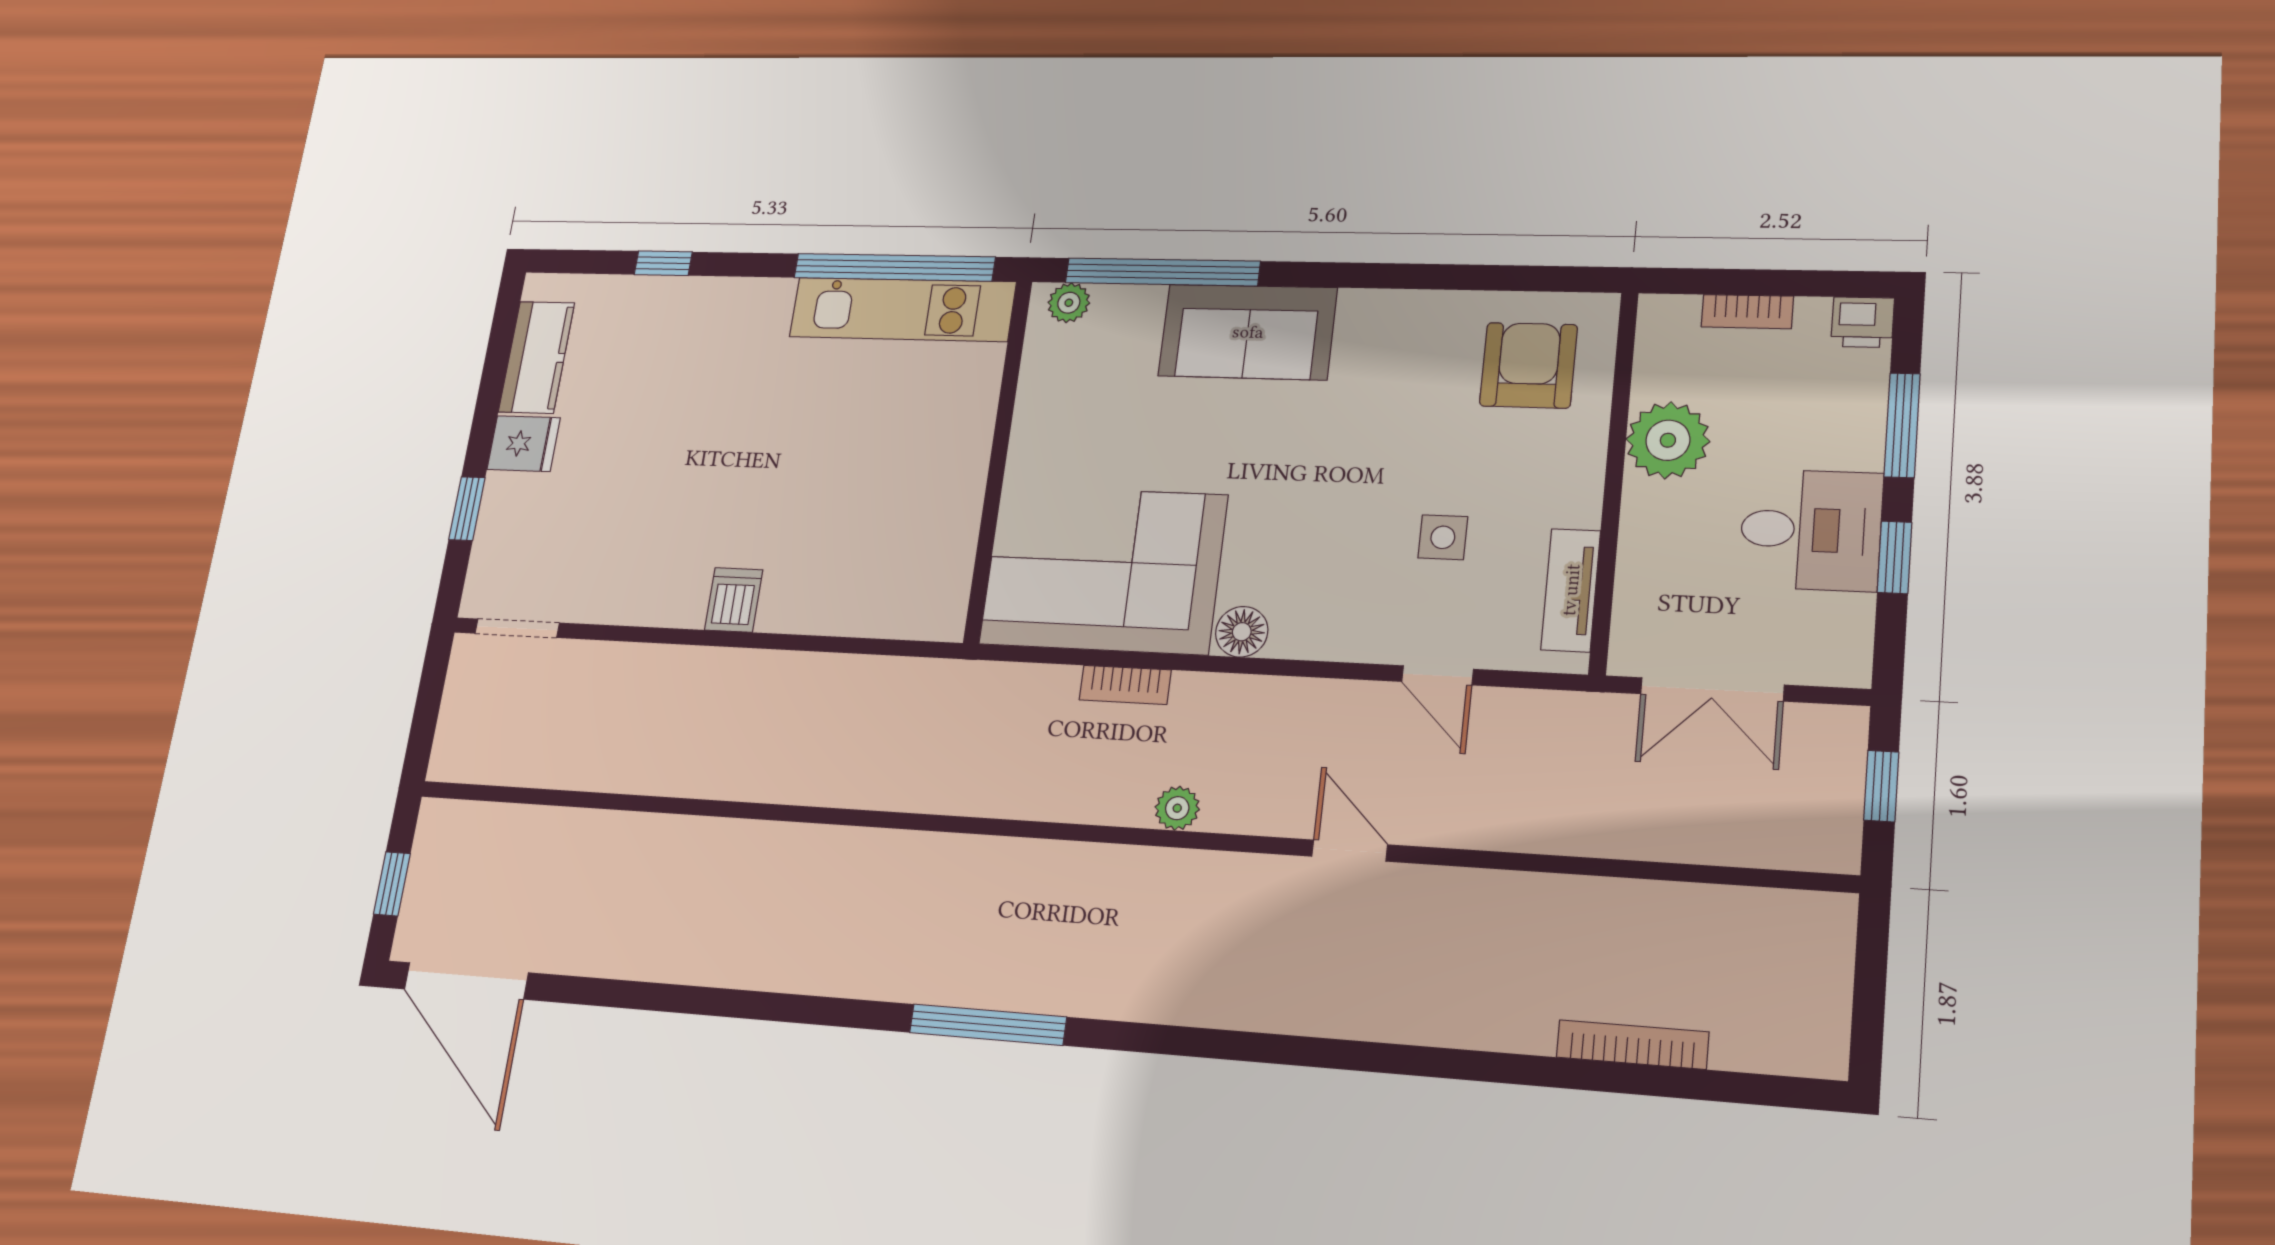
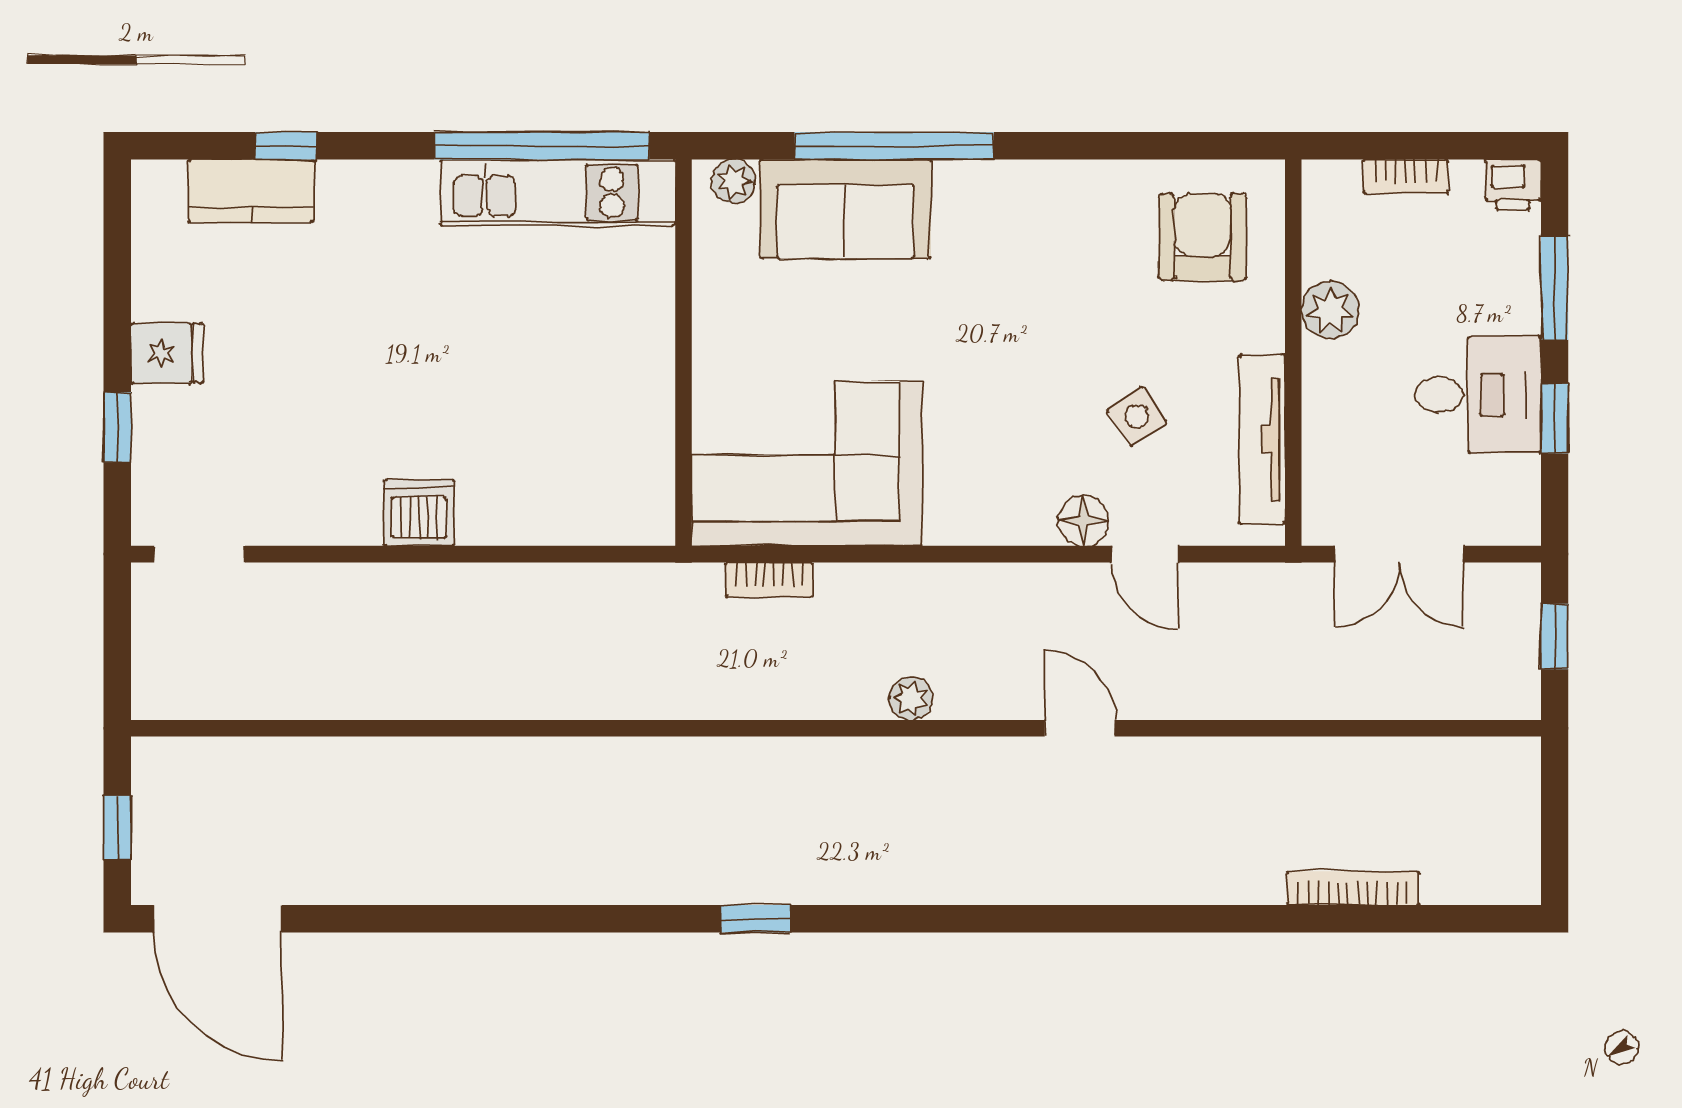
window: (1162, 272) -> (894, 146), moved
sofa: (1248, 332) -> (845, 209), moved
kitchen counter: (537, 357) -> (251, 191), moved, turned 90
plant: (1668, 440) -> (1330, 310), width x0.73, depth x0.73
side table: (1443, 537) -> (1137, 416), turned -34
tv unit: (1571, 590) -> (1262, 439), width x1.41
dishwasher: (734, 600) -> (419, 513), width x1.38
floor lamp: (1242, 632) -> (1083, 520), moved
bookcase: (1125, 685) -> (769, 580), moved
window: (988, 1025) -> (755, 919), width x0.46

